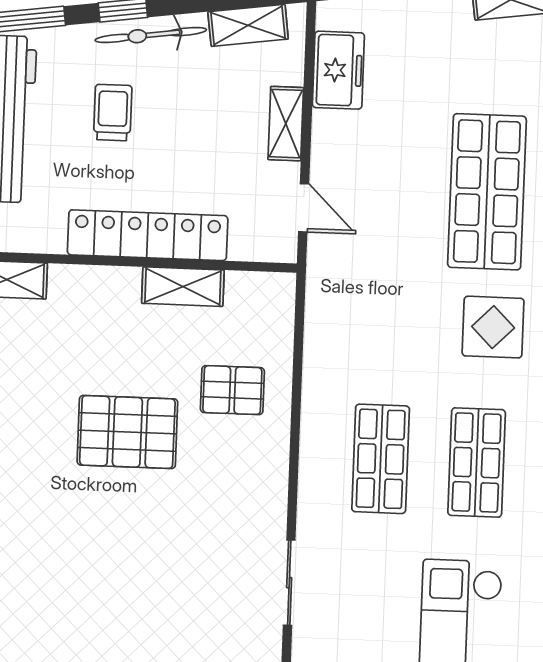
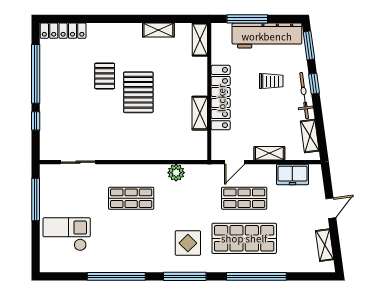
plant: (323, 349) -> (176, 173), added
pallet: (232, 390) -> (105, 76), moved
shop shelf: (477, 463) -> (244, 198), moved

